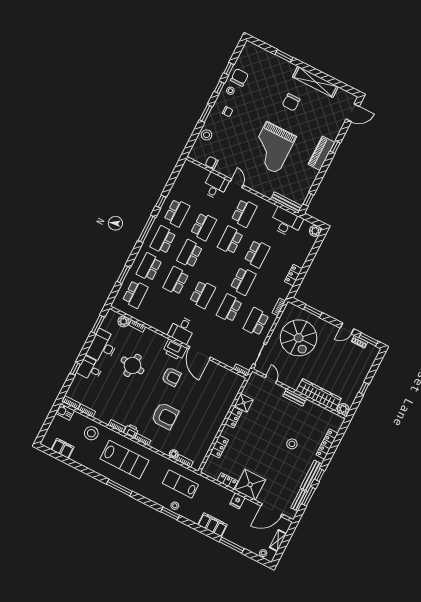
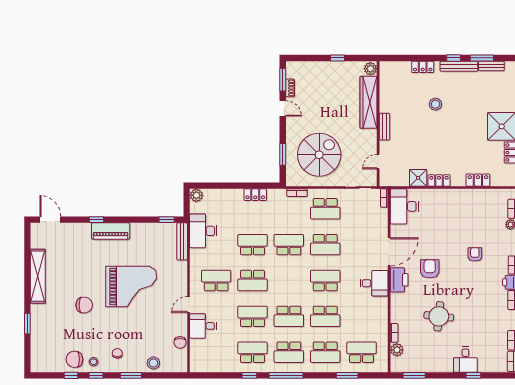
chair: (291, 102) -> (84, 305), moved
desk: (103, 346) -> (404, 206), moved, turned 90
armchair: (165, 416) -> (475, 254), width x0.53, depth x0.53
locker: (327, 444) -> (423, 67), width x0.66

